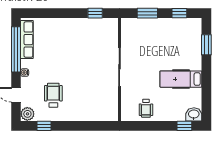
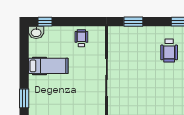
window: (91, 126) -> (133, 22), added

